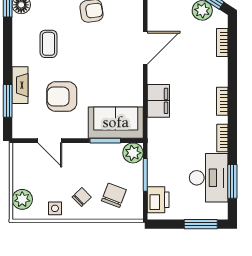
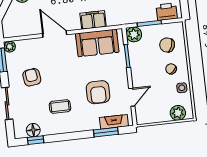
fireplace: (20, 85) -> (114, 122), moved
sofa: (116, 123) -> (97, 43), moved, turned -90

